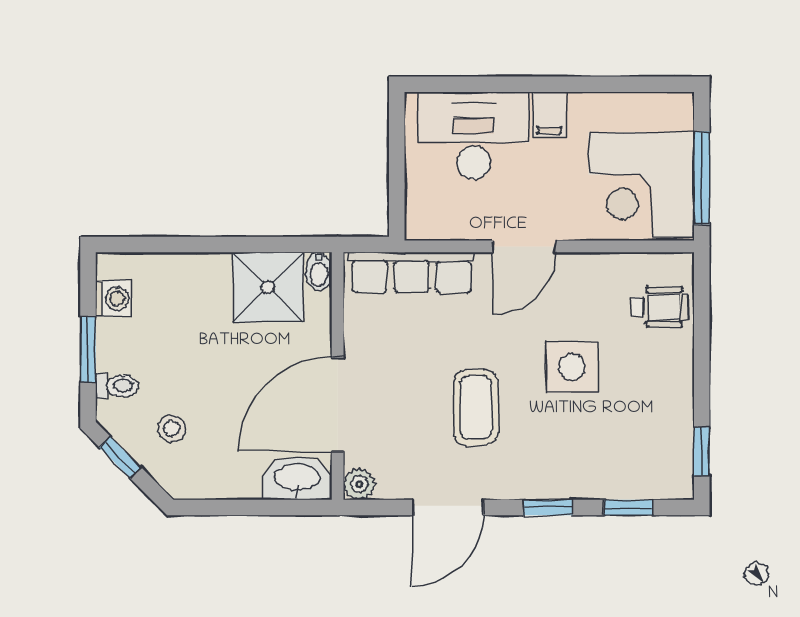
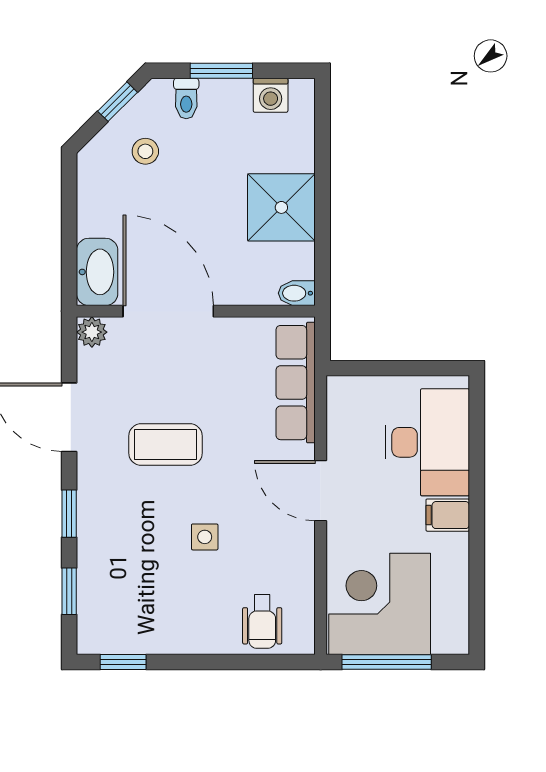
shower: (268, 287) -> (281, 207), moved
side table: (572, 367) -> (205, 537), width x0.54, depth x0.54

